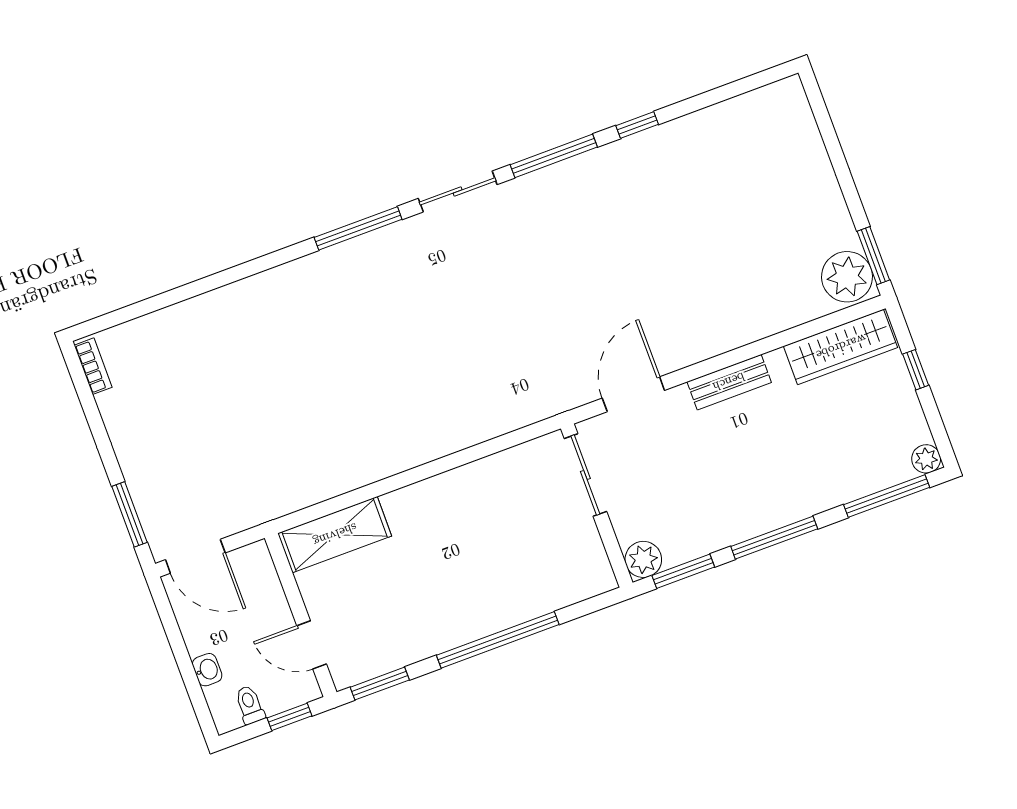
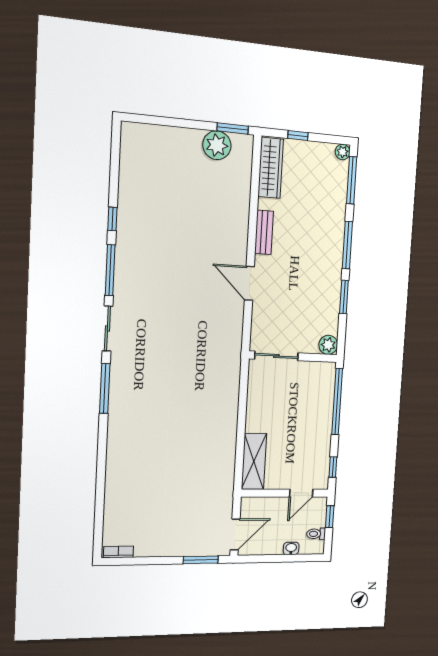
plant: (847, 277) -> (217, 145), moved
sliding door: (585, 475) -> (276, 356), moved
wall: (597, 506) -> (293, 357), moved
plant: (643, 559) -> (328, 345), moved
window: (380, 684) -> (333, 467), width x0.67

